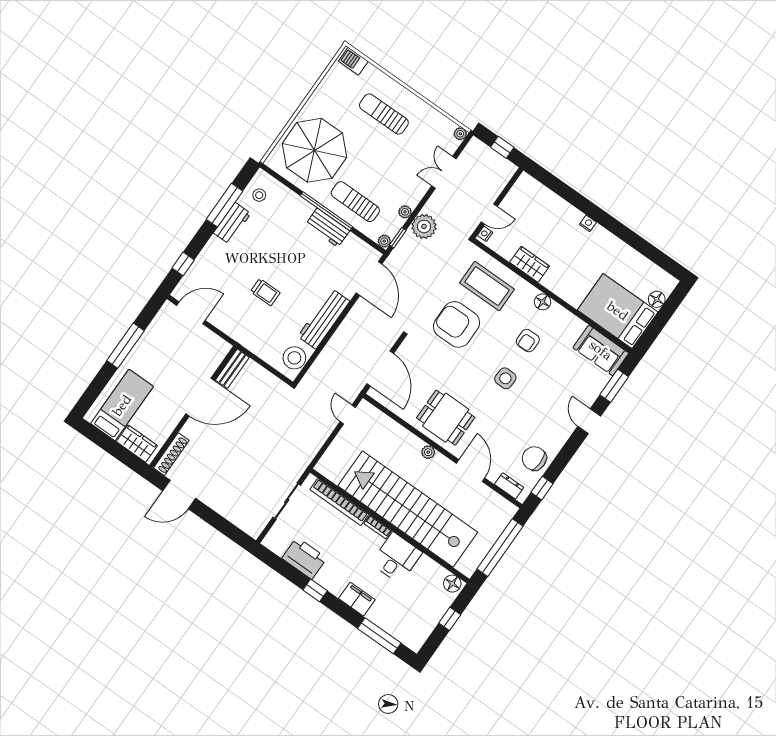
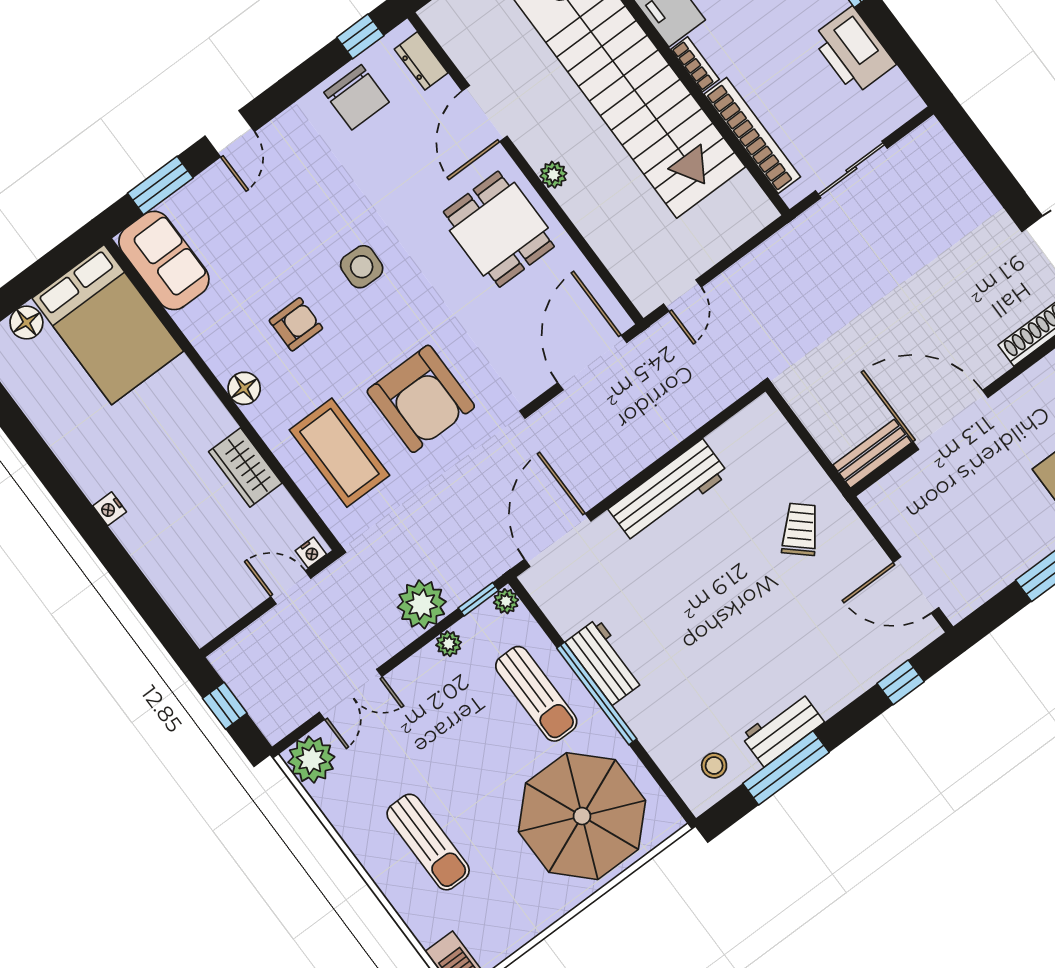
plant: (460, 134) -> (311, 760), width x1.88, depth x1.88
trolley: (265, 292) -> (800, 529), moved, turned 42
stool: (294, 358) -> (748, 436), removed

